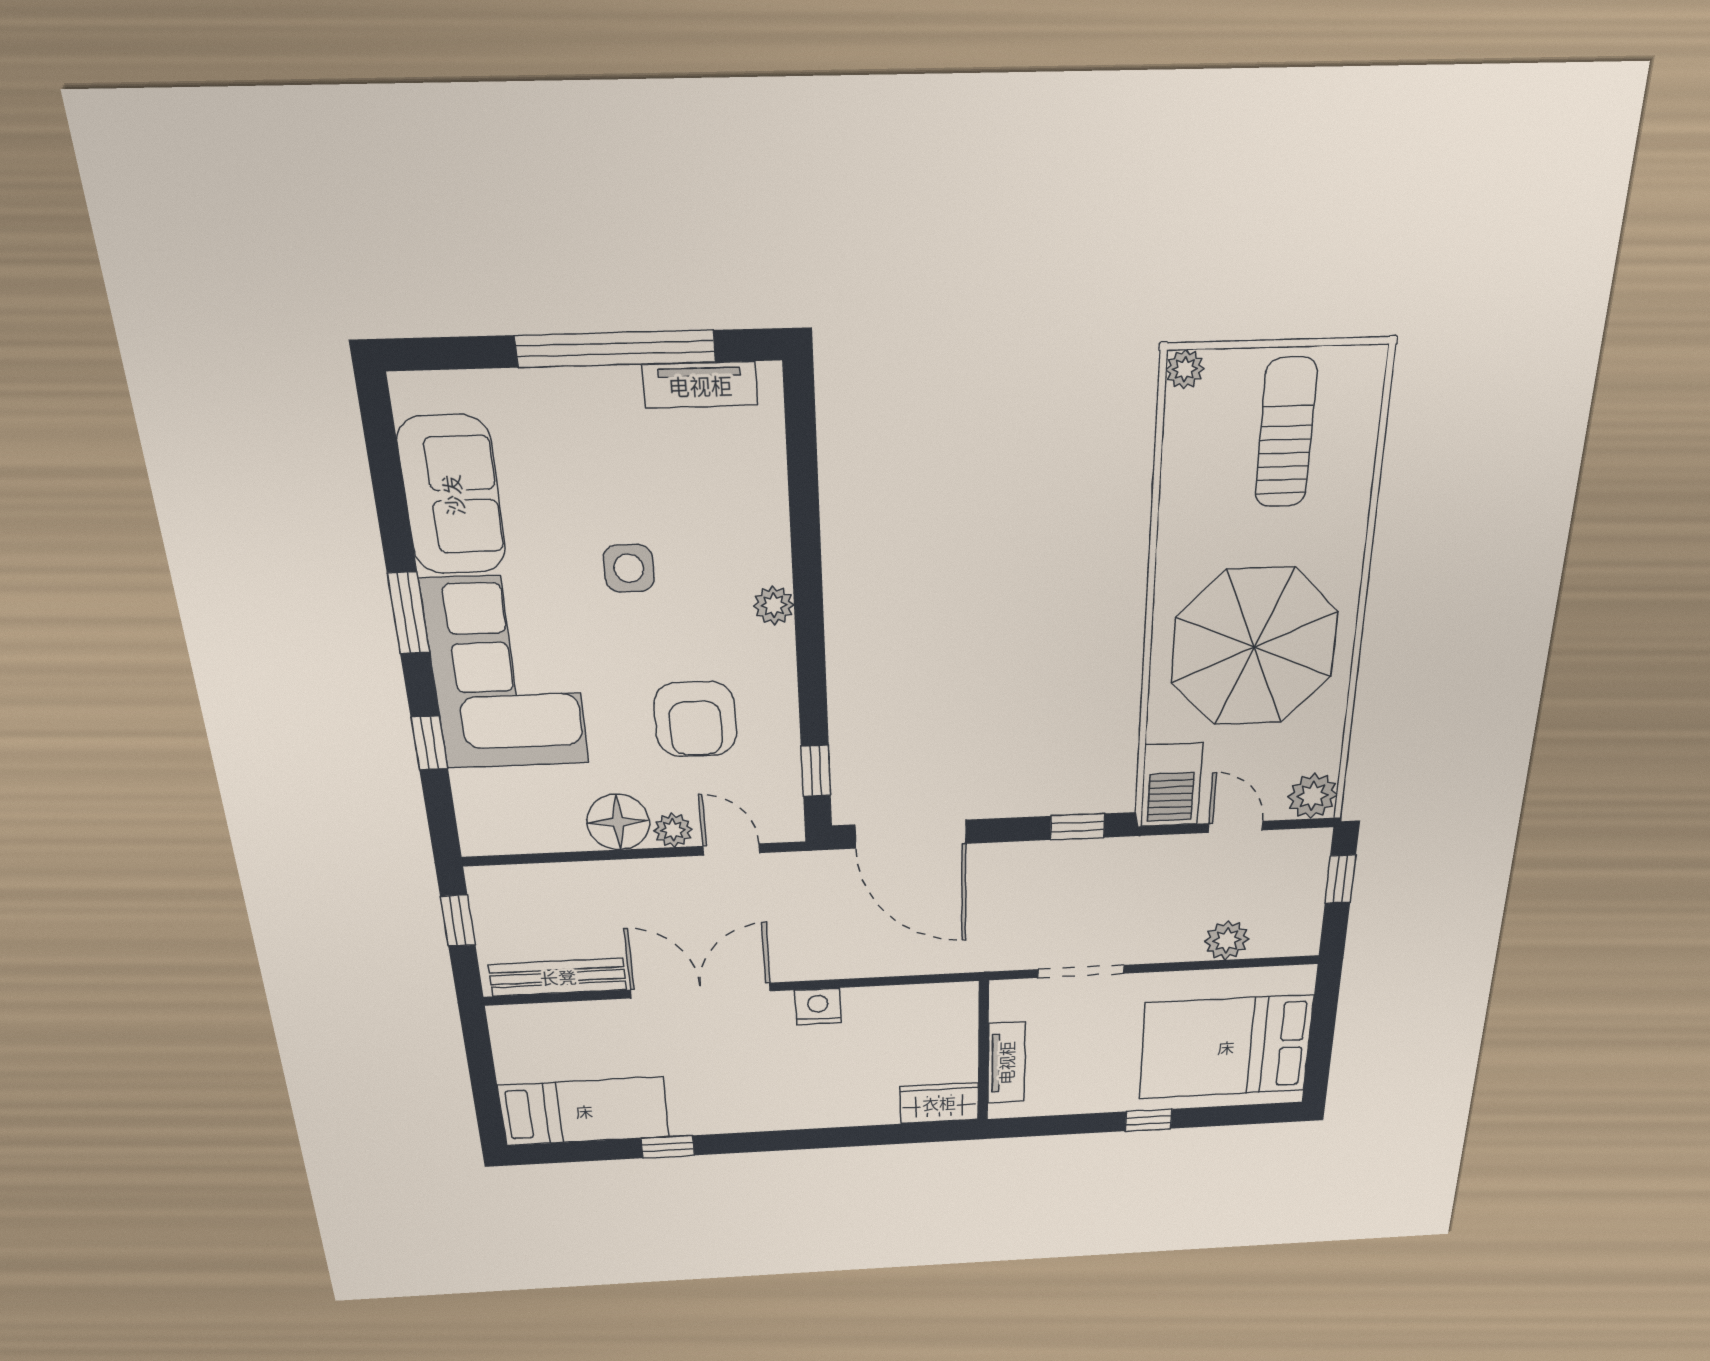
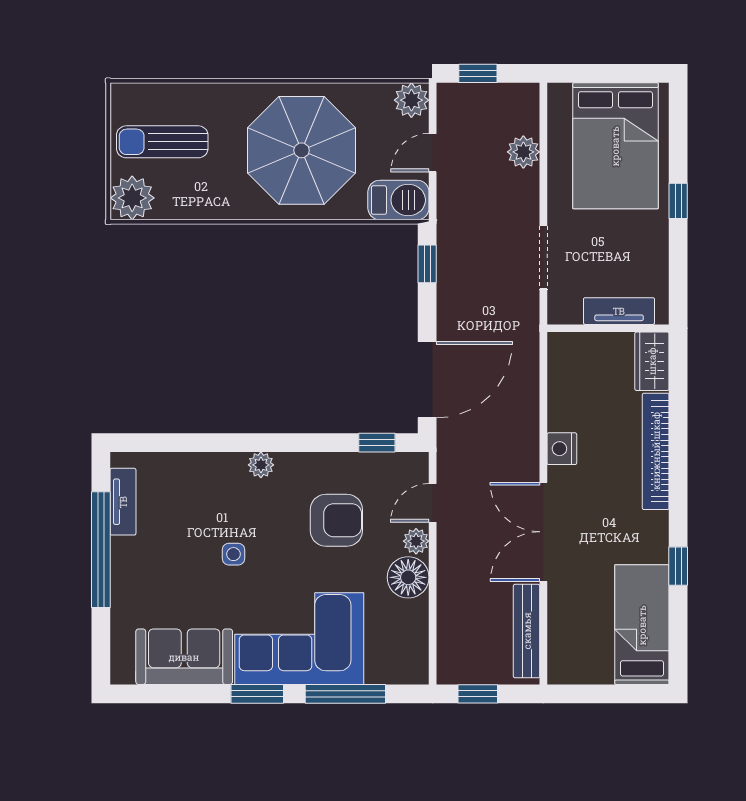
plant: (1185, 369) -> (132, 198), width x1.88, depth x1.88
side table: (629, 568) -> (233, 554), width x0.73, depth x0.73
window: (429, 743) -> (345, 694), width x2.17
bookcase: (819, 1114) -> (656, 451), added

